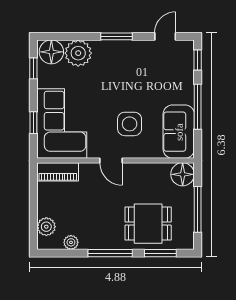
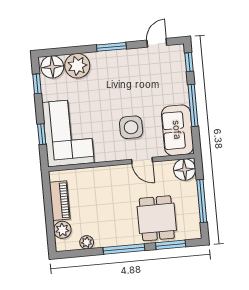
door: (111, 160) -> (142, 161), moved
piano: (58, 172) -> (60, 201), moved, turned -90
dining table: (148, 224) -> (157, 218), turned 90

